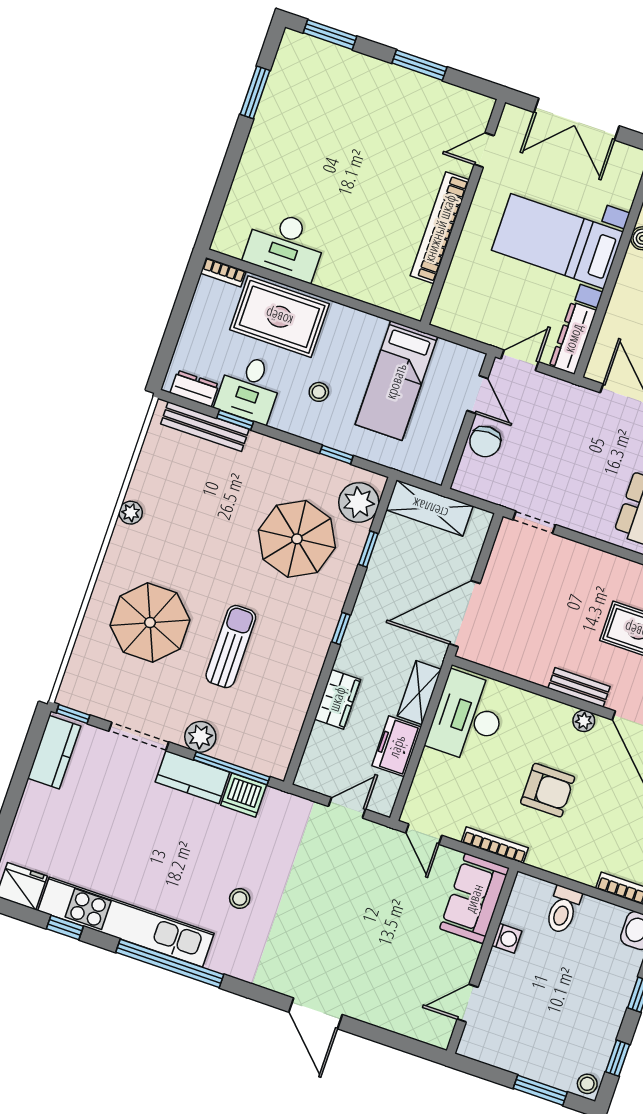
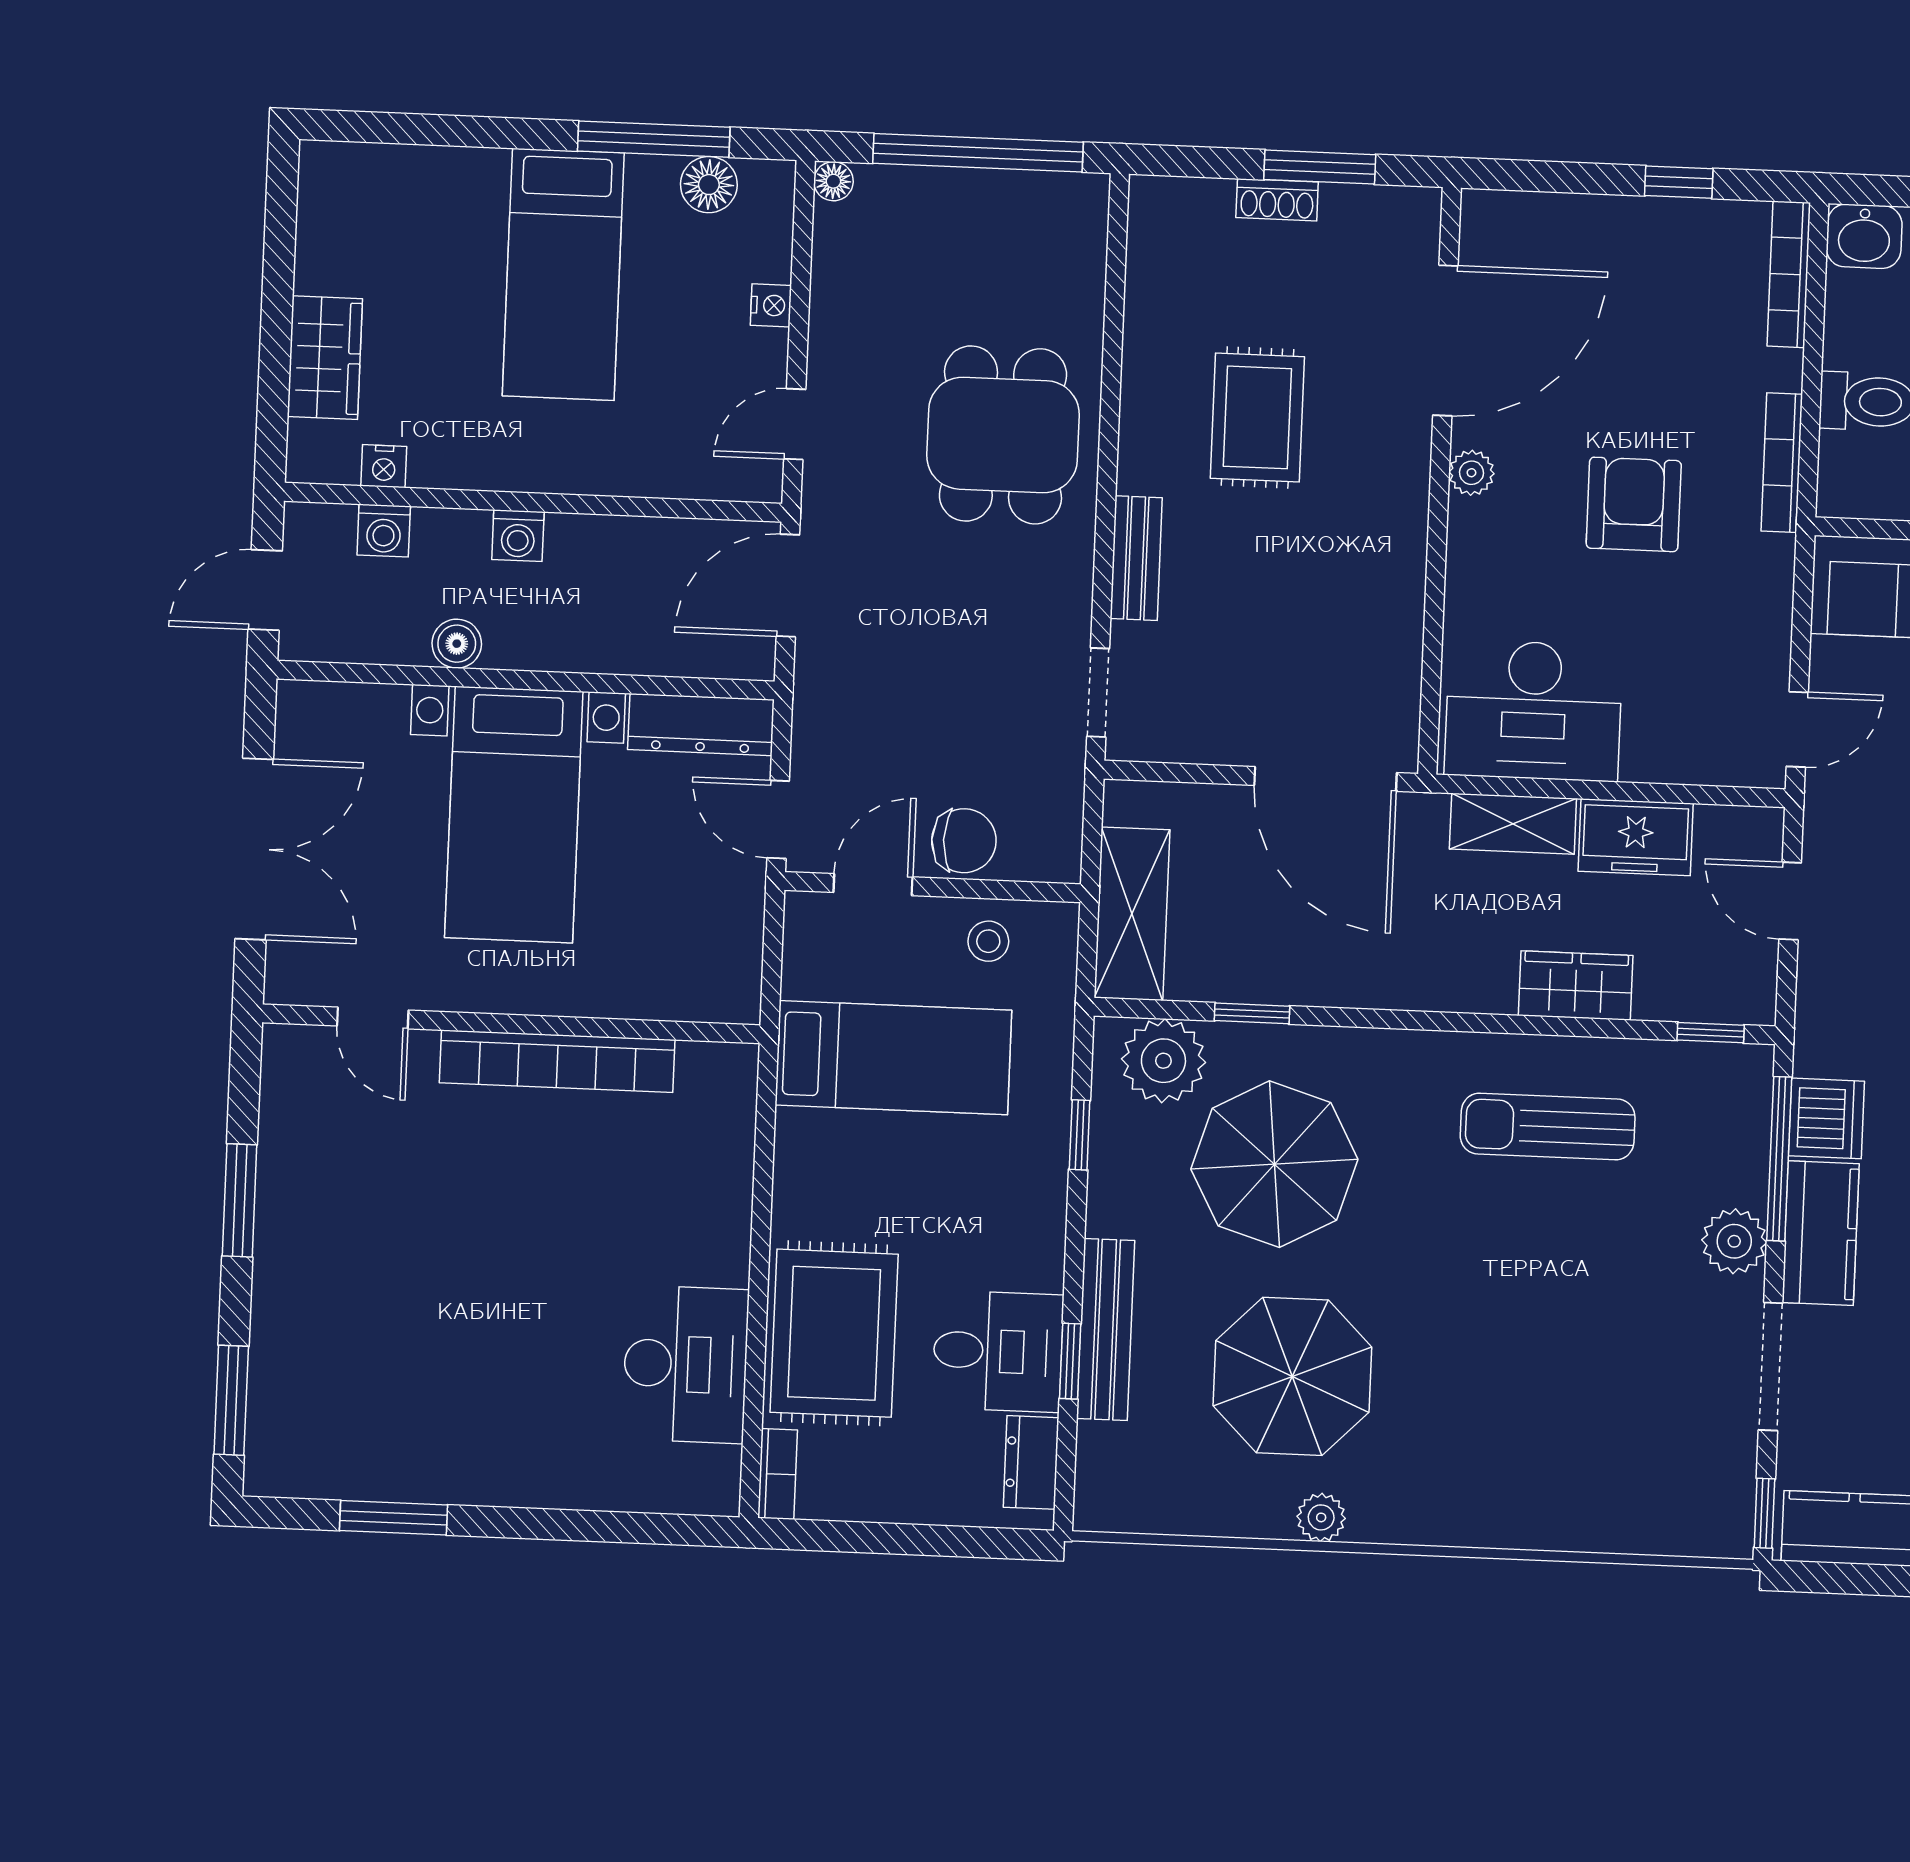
stool: (319, 392) -> (988, 941), moved
bench: (205, 427) -> (1106, 1329), moved
parasol: (150, 623) -> (1292, 1376), moved
window: (341, 629) -> (1711, 1033), moved
sun lounger: (231, 647) -> (1548, 1126), moved
bench: (579, 687) -> (1136, 558), moved
bookcase: (495, 845) -> (1782, 463), moved

